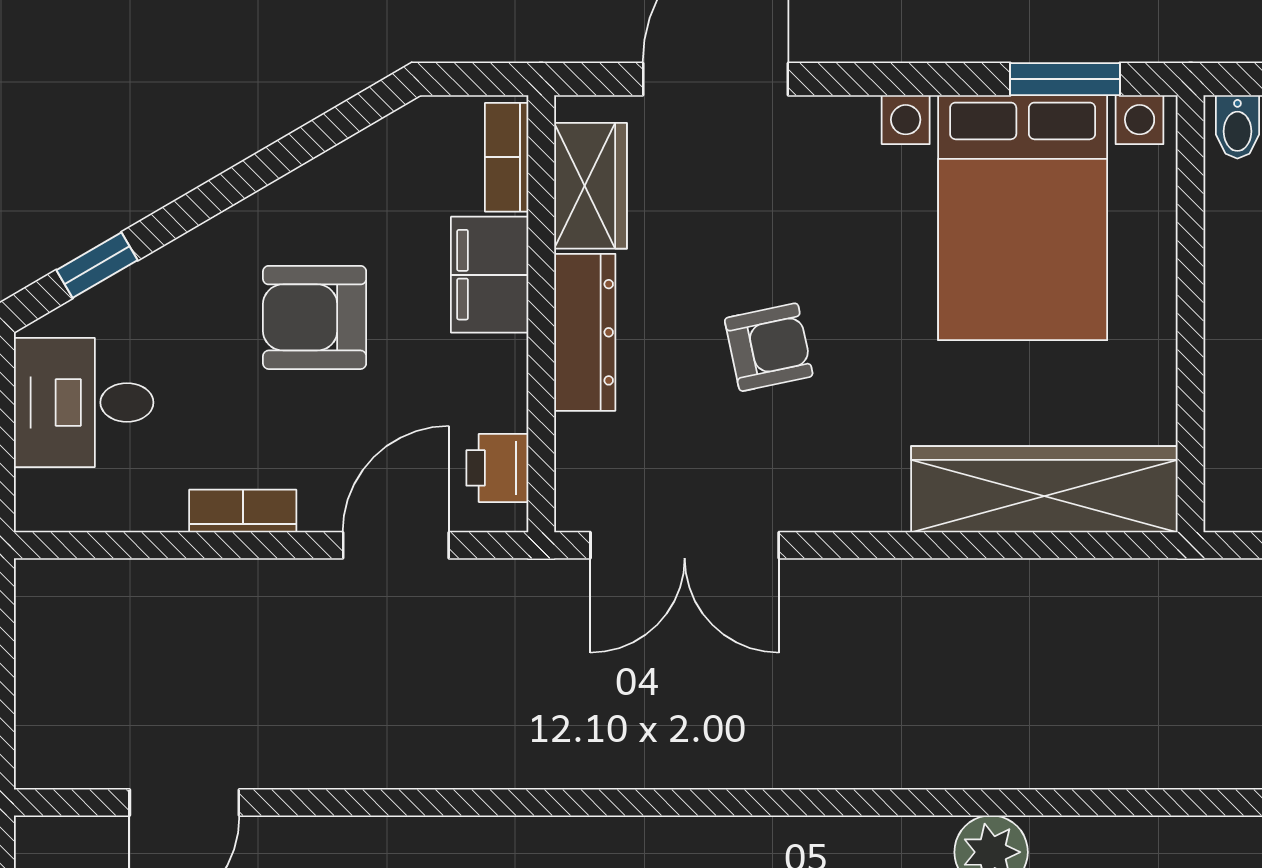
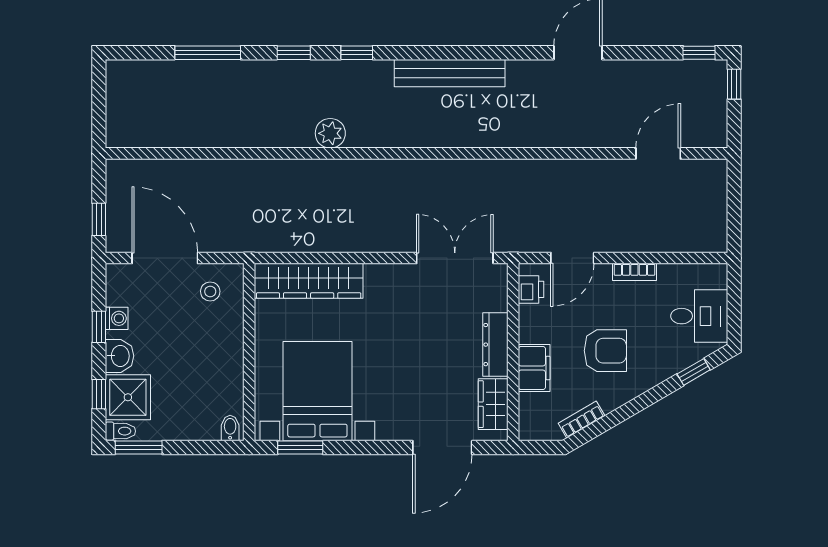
bookcase: (507, 157) -> (582, 420), moved, turned -120
armchair: (769, 347) -> (421, 339), removed

